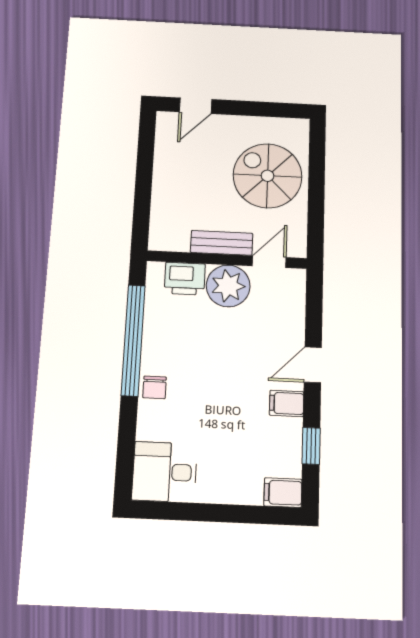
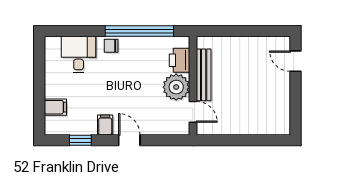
spiral stairs: (268, 176) -> (250, 109), removed
bench: (222, 243) -> (204, 75), width x1.36
desk: (165, 472) -> (79, 55), moved
filing cabinet: (283, 493) -> (55, 107), moved, turned 90

